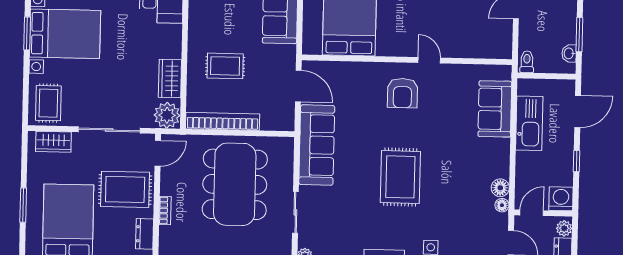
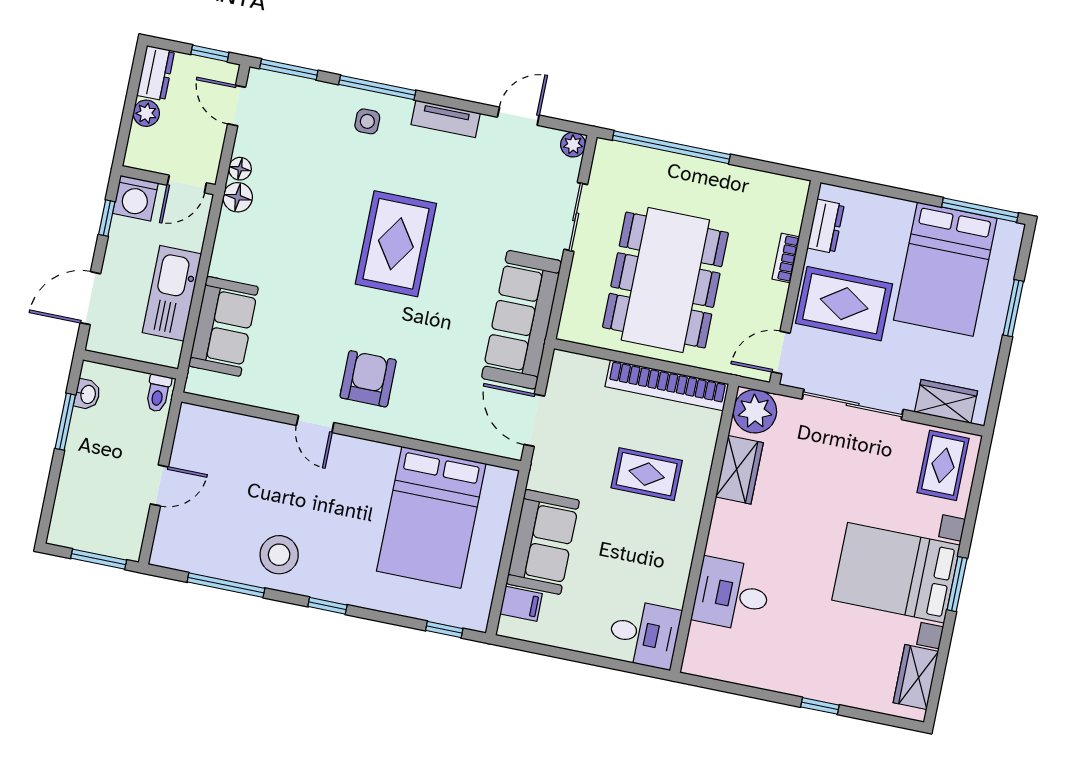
washing machine: (561, 199) -> (135, 198), moved
door: (532, 213) -> (187, 184), moved
wall: (543, 213) -> (168, 180), moved

